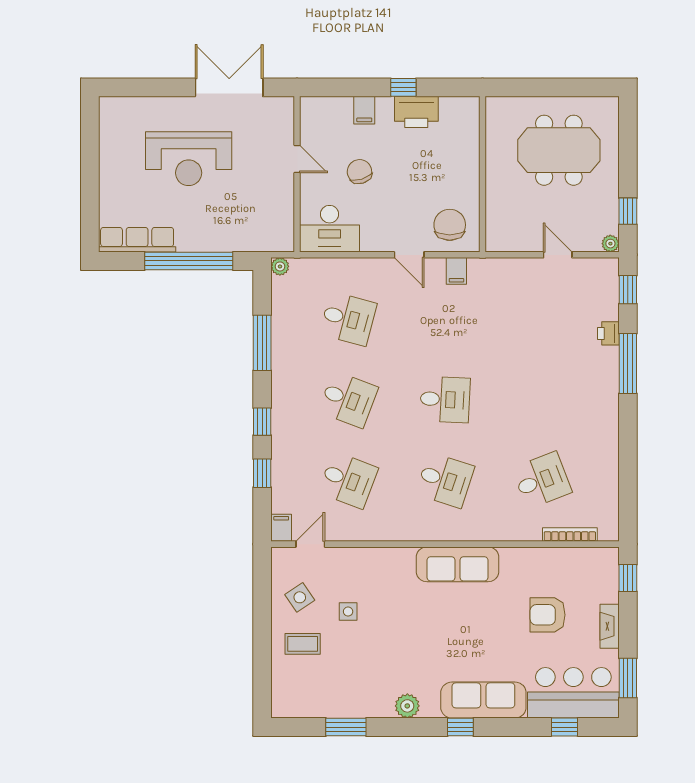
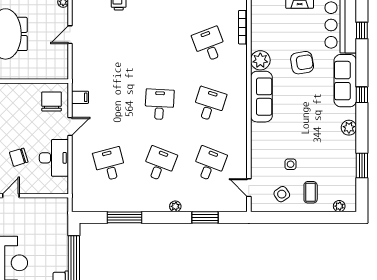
chair: (450, 225) -> (52, 101), turned 90
desk: (330, 229) -> (54, 158), moved
plant: (280, 266) -> (175, 206), moved
desk: (348, 319) -> (110, 164), turned -30
window: (262, 422) -> (173, 217), removed
window: (262, 473) -> (205, 217), width x1.50
filing cabinet: (281, 528) -> (239, 206), removed
plant: (516, 563) -> (260, 60), added
armchair: (548, 615) -> (302, 63), moved, turned -99
plant: (280, 690) -> (339, 206), added

